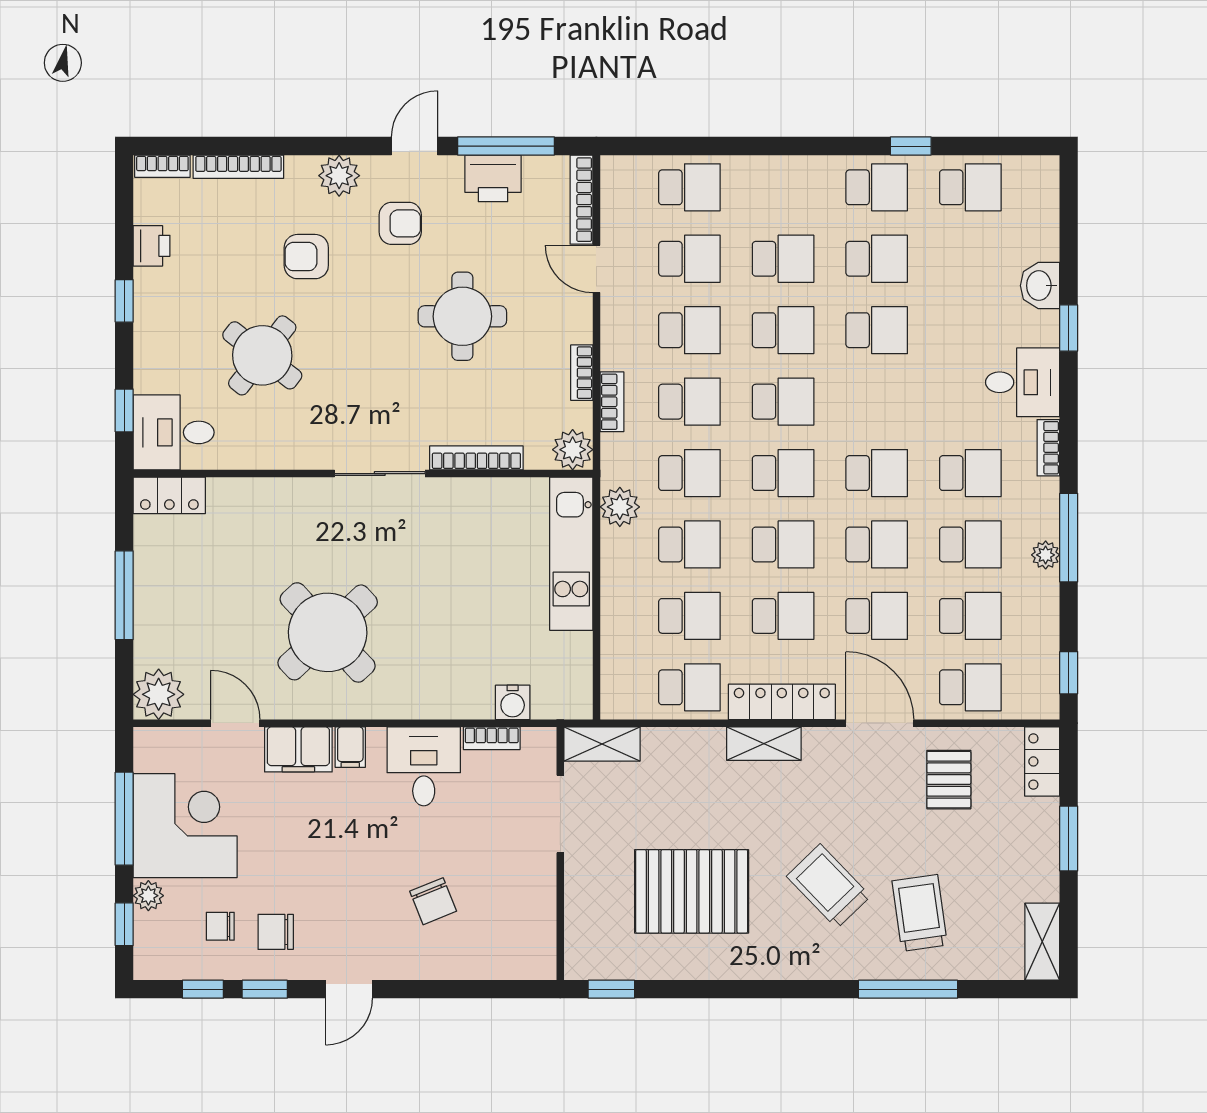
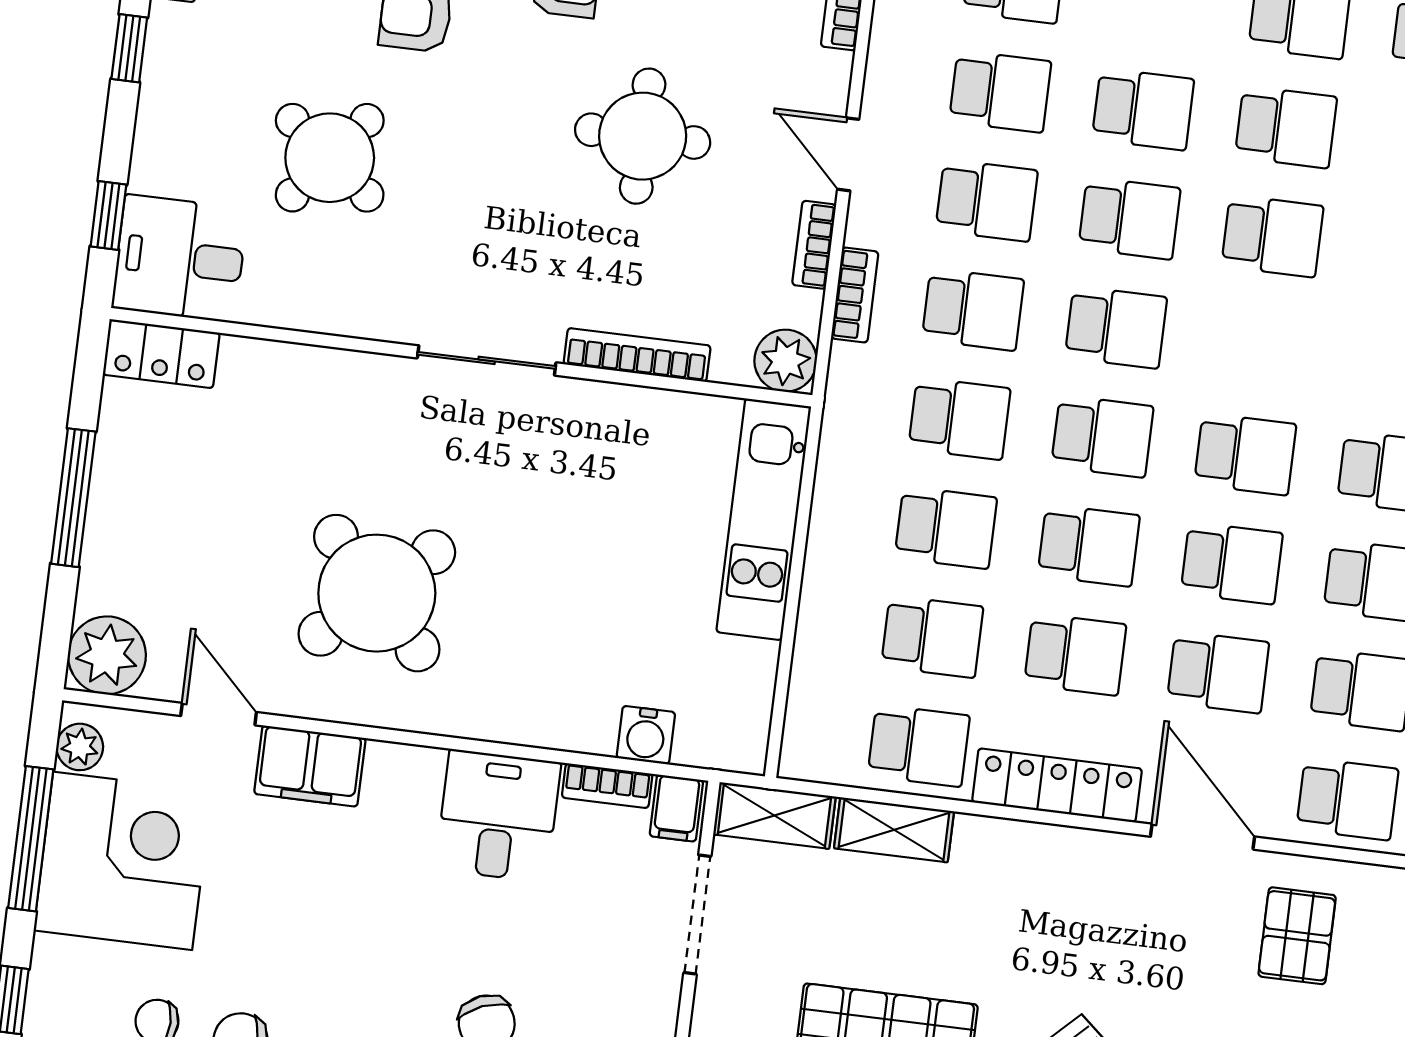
door: (596, 269) -> (848, 154), moved
plant: (620, 507) -> (847, 457), removed
shelving: (764, 744) -> (894, 830), moved
filing cabinet: (350, 747) -> (676, 808), moved
plant: (148, 896) -> (80, 747), moved

